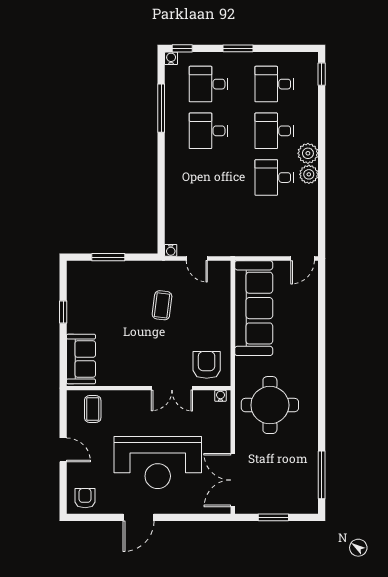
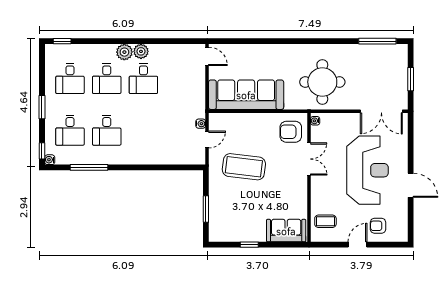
water cooler: (171, 250) -> (201, 124), moved
coffee table: (162, 305) -> (244, 167), width x1.86, depth x1.72
armchair: (85, 498) -> (378, 226), moved

